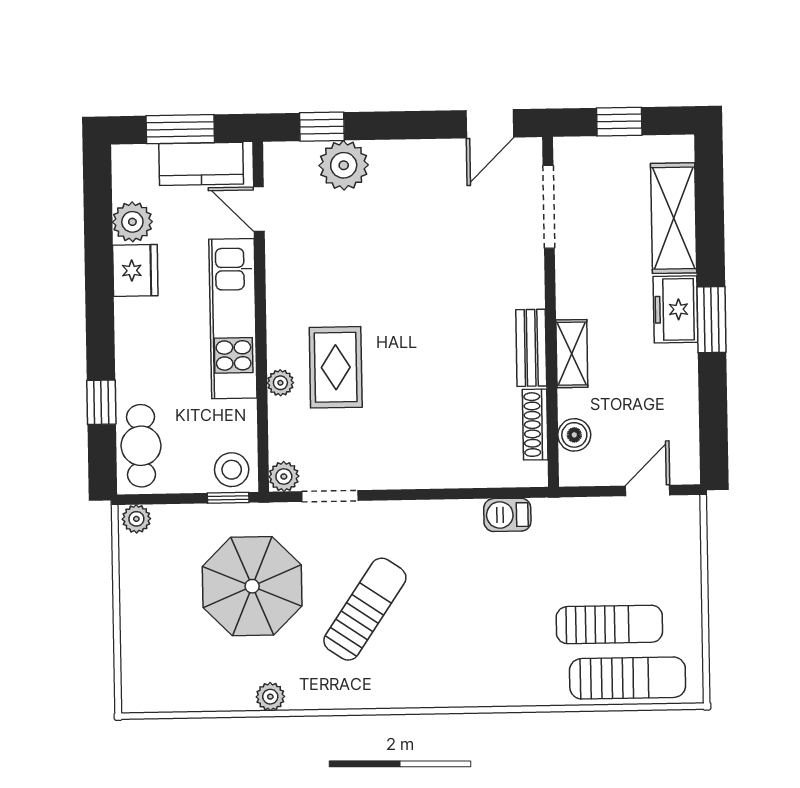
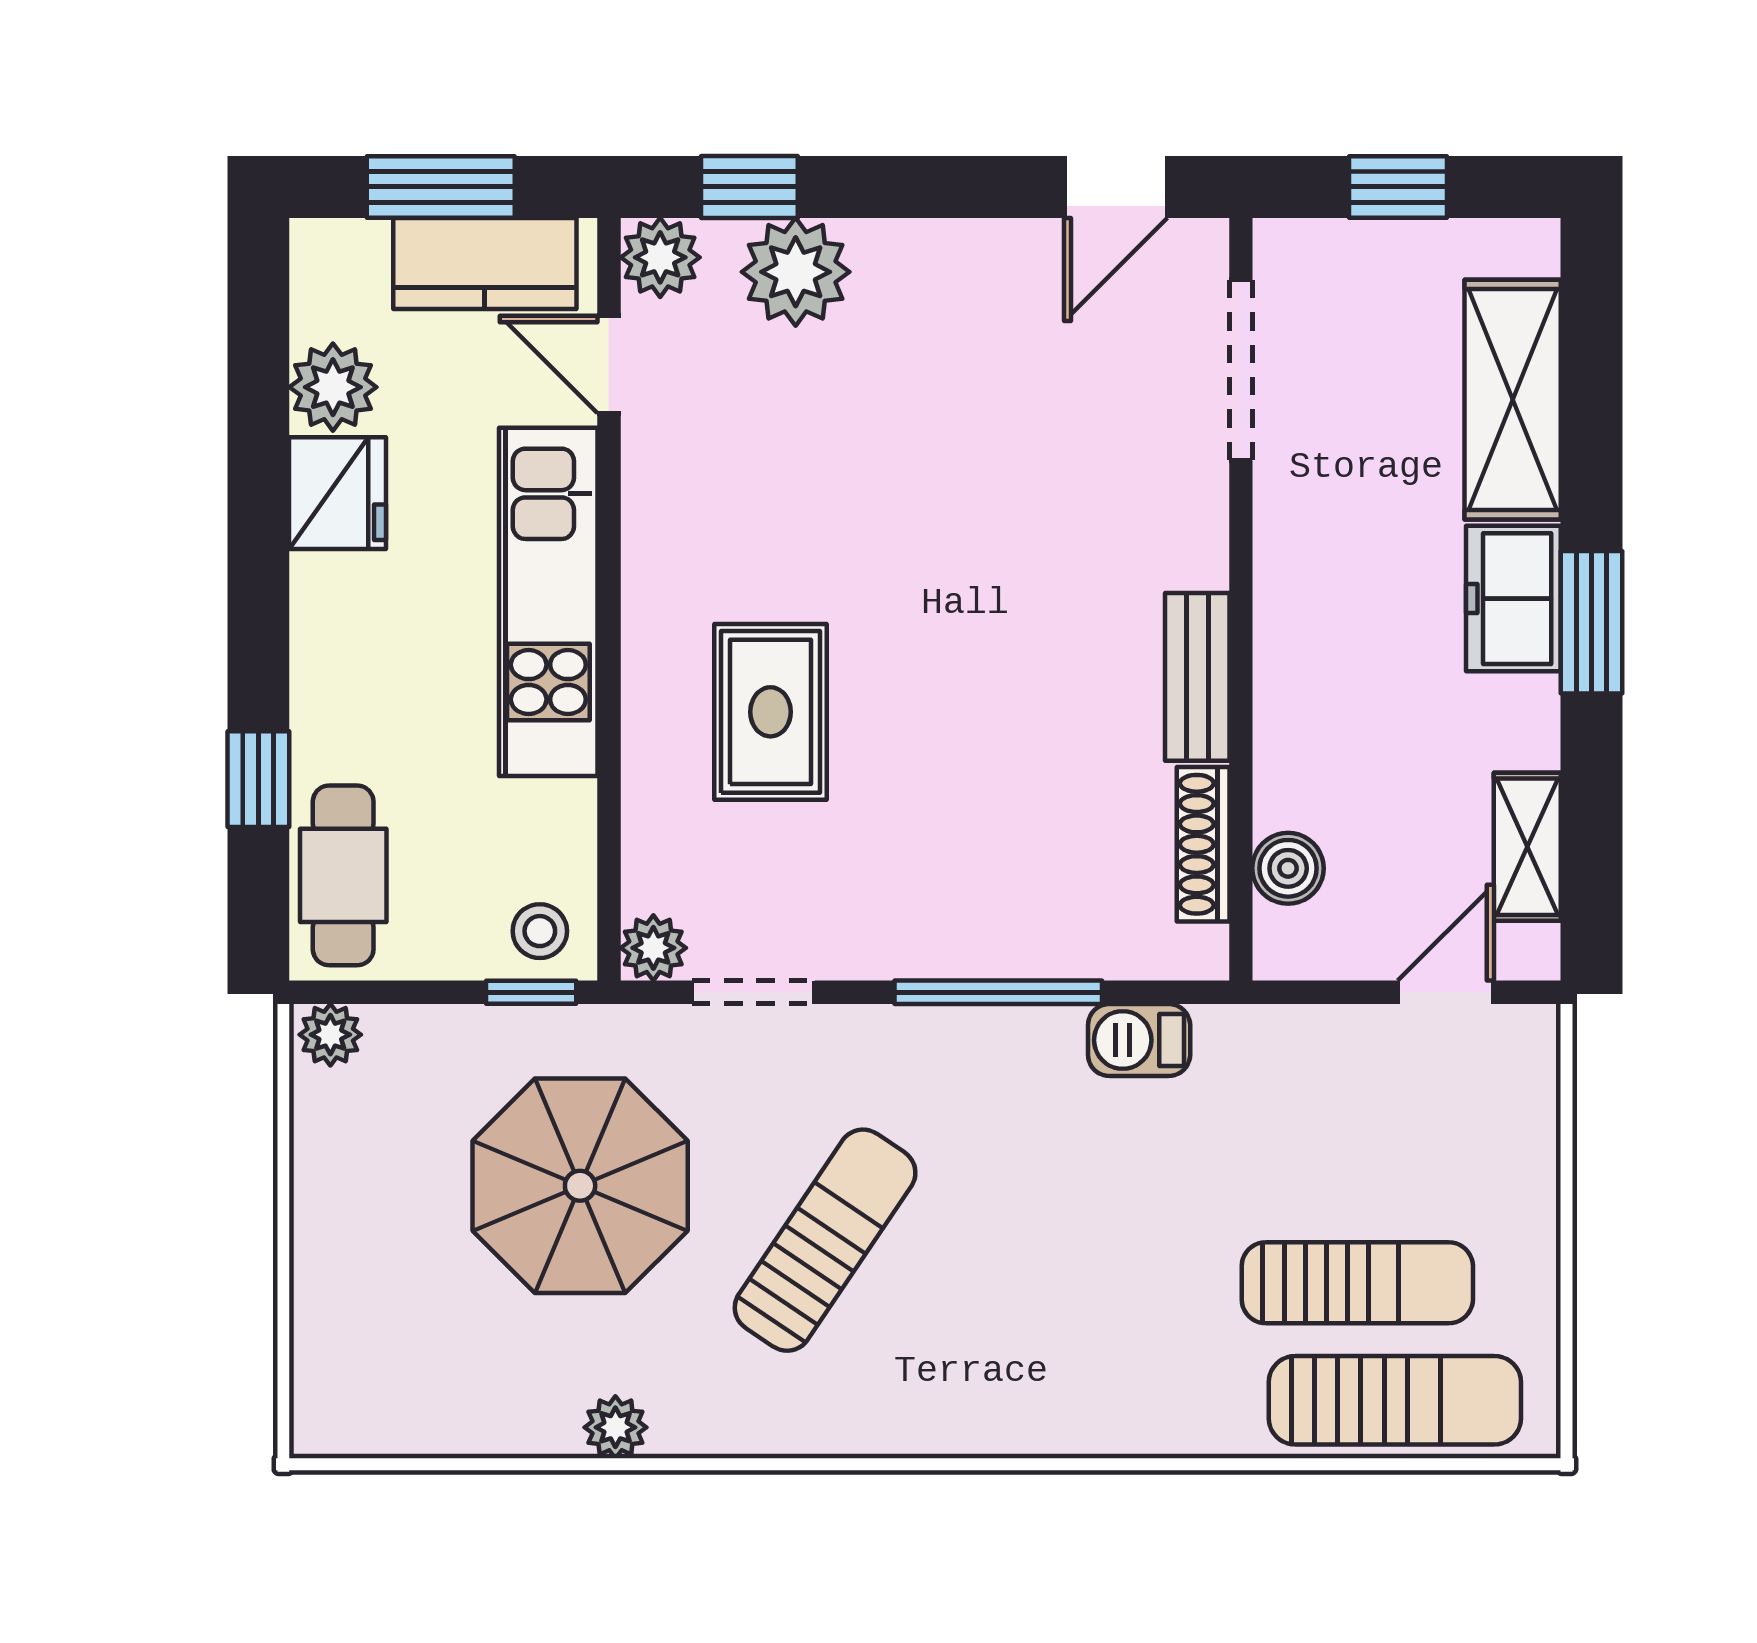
shelving: (572, 354) -> (1527, 847), moved
plant: (280, 383) -> (660, 257), moved, width x1.38, depth x1.38
stool: (232, 470) -> (540, 931), width x0.73, depth x0.73
window: (442, 494) -> (998, 992), added

